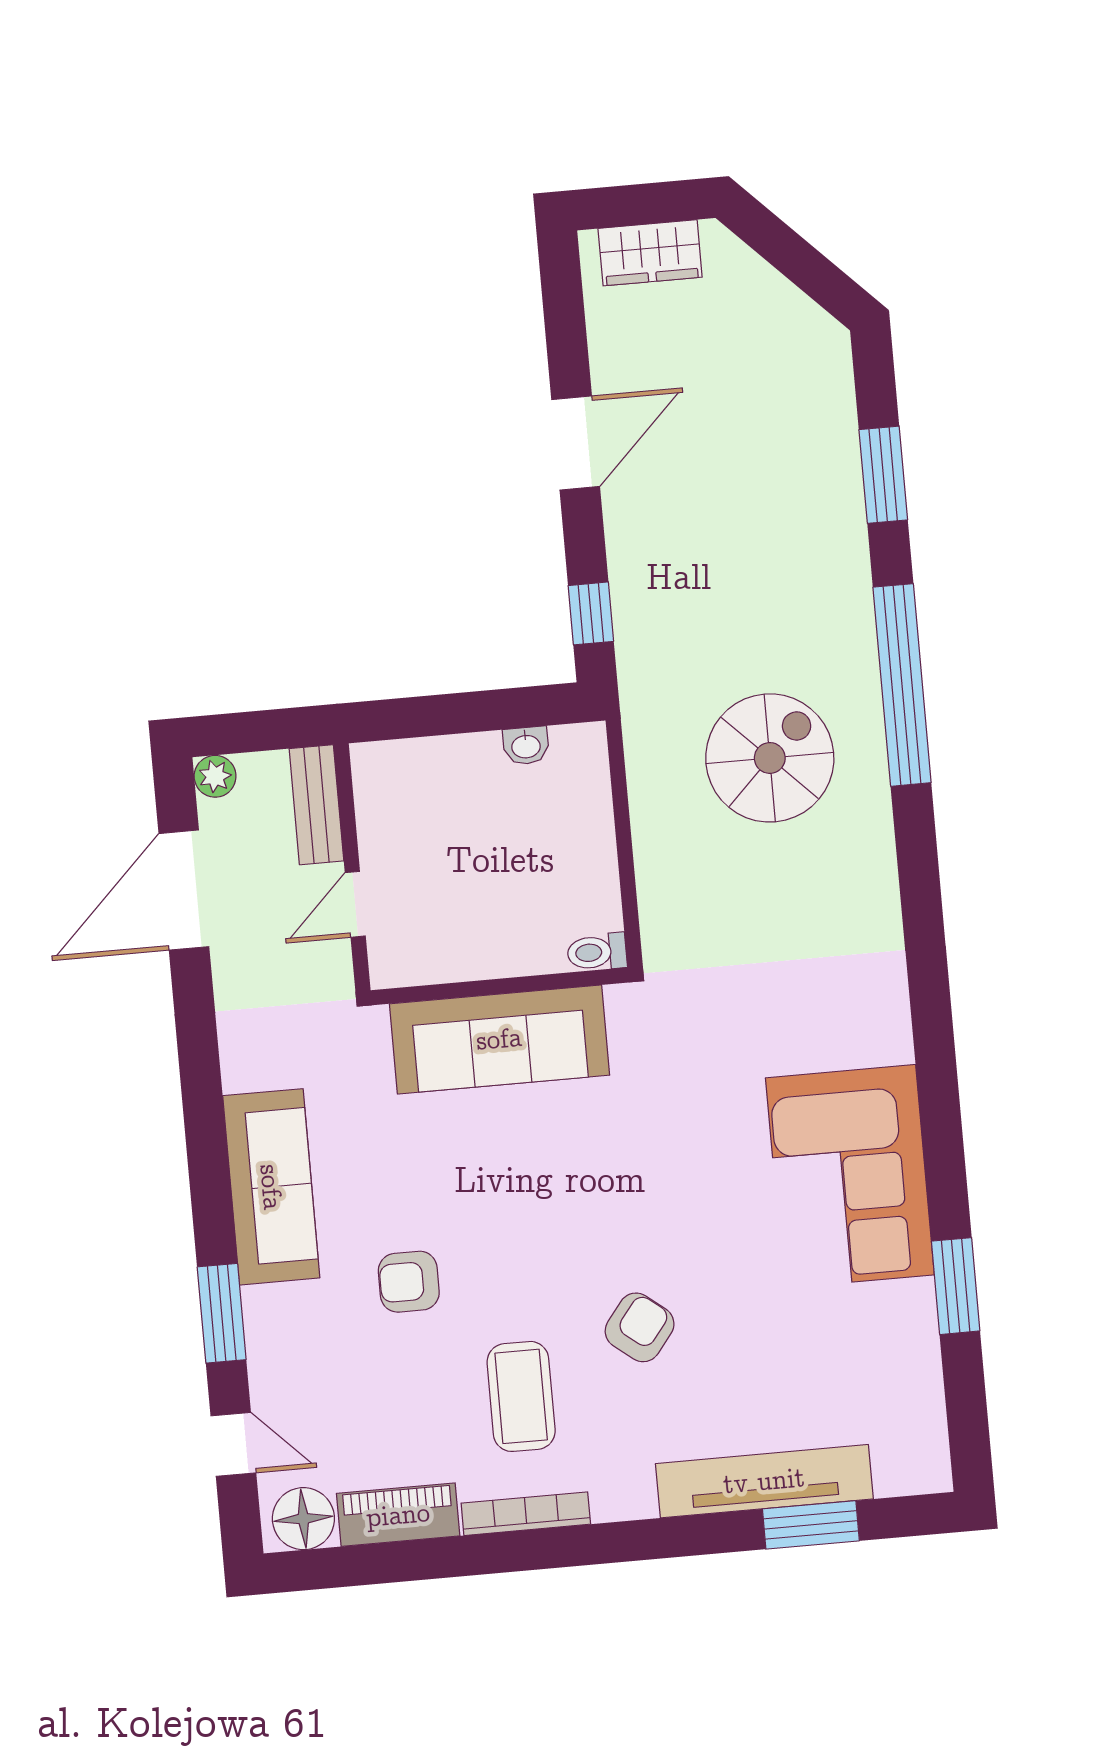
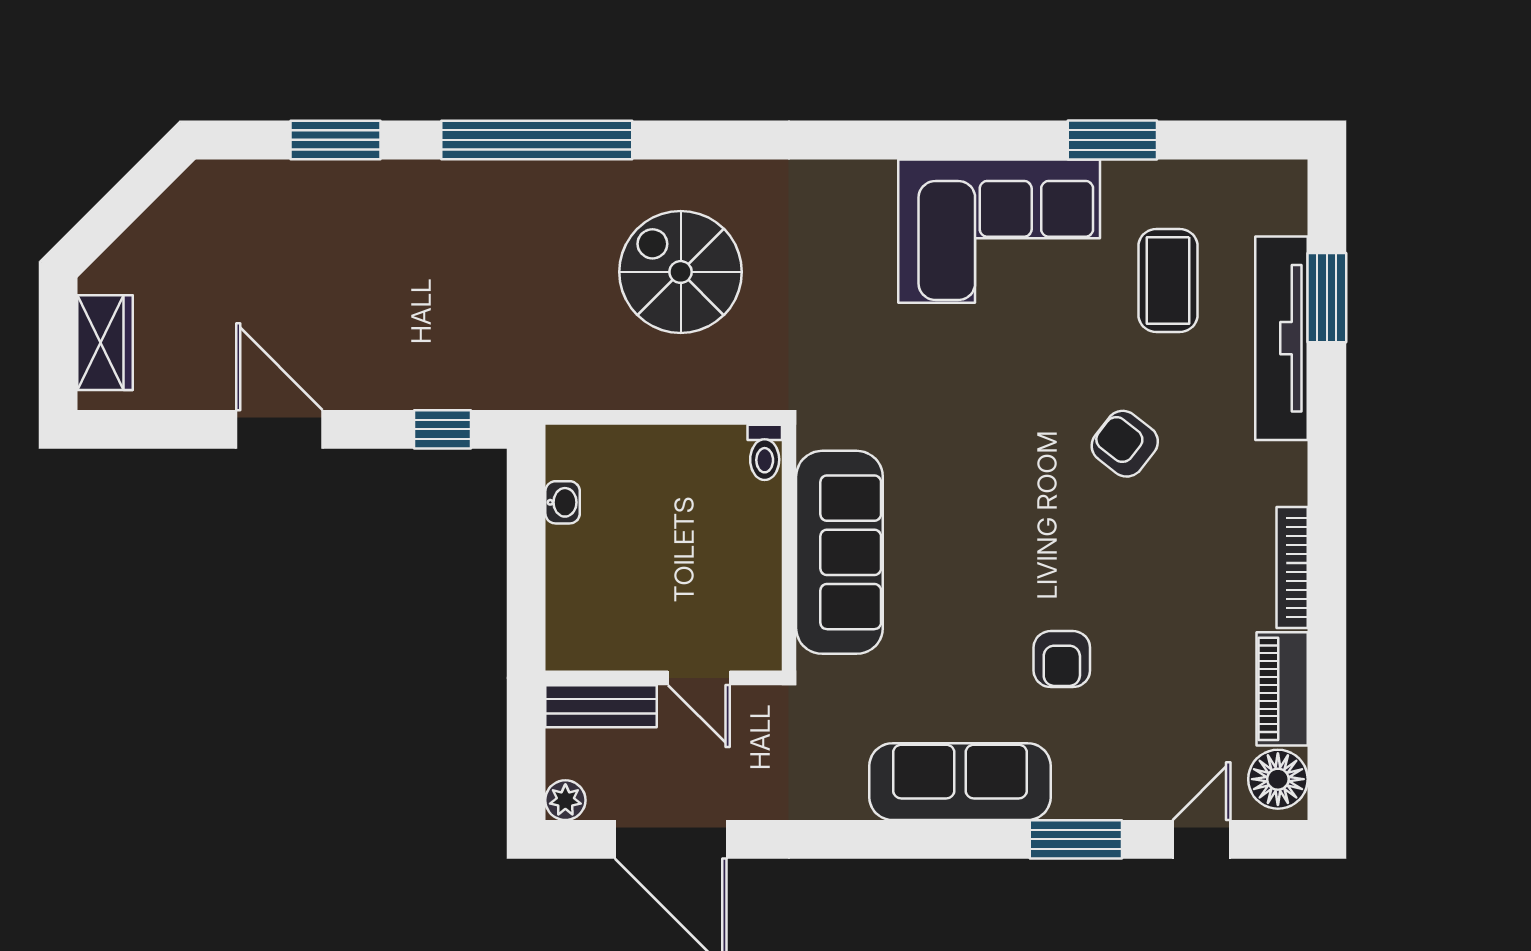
spiral stairs: (770, 758) -> (681, 272), moved
coffee table: (521, 1396) -> (1168, 280), moved, turned 90

